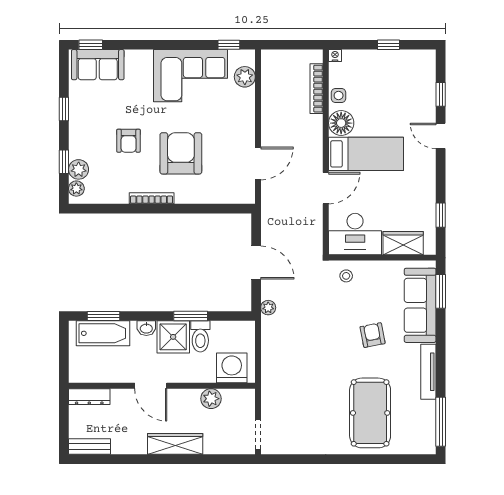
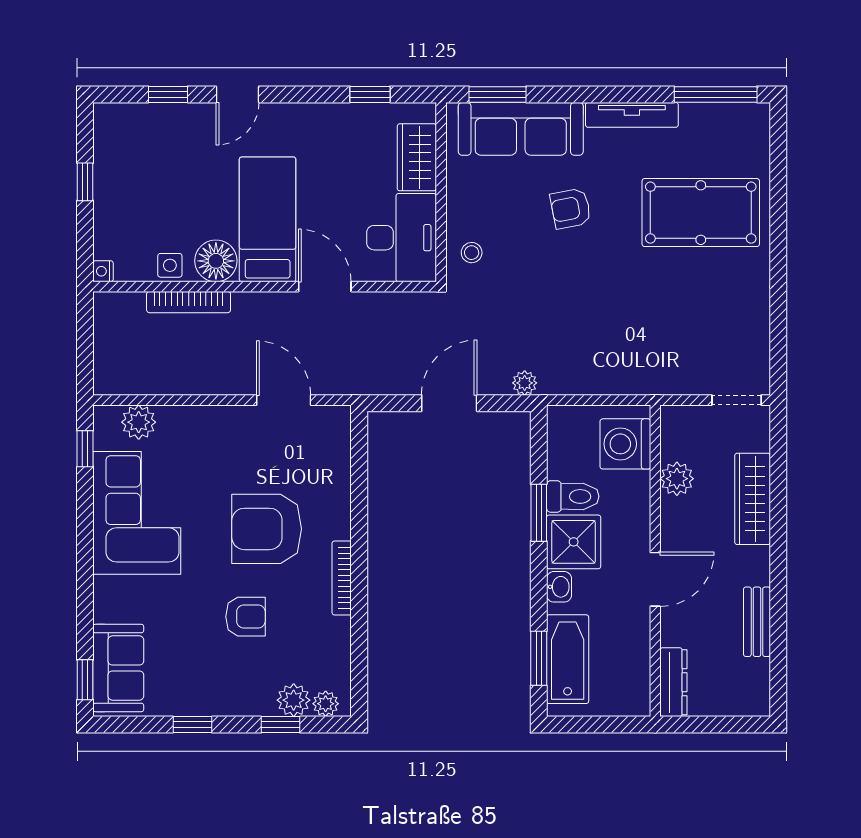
bookcase: (317, 89) -> (189, 302), moved
wardrobe: (175, 444) -> (753, 499), moved
bench: (89, 447) -> (757, 622), moved

